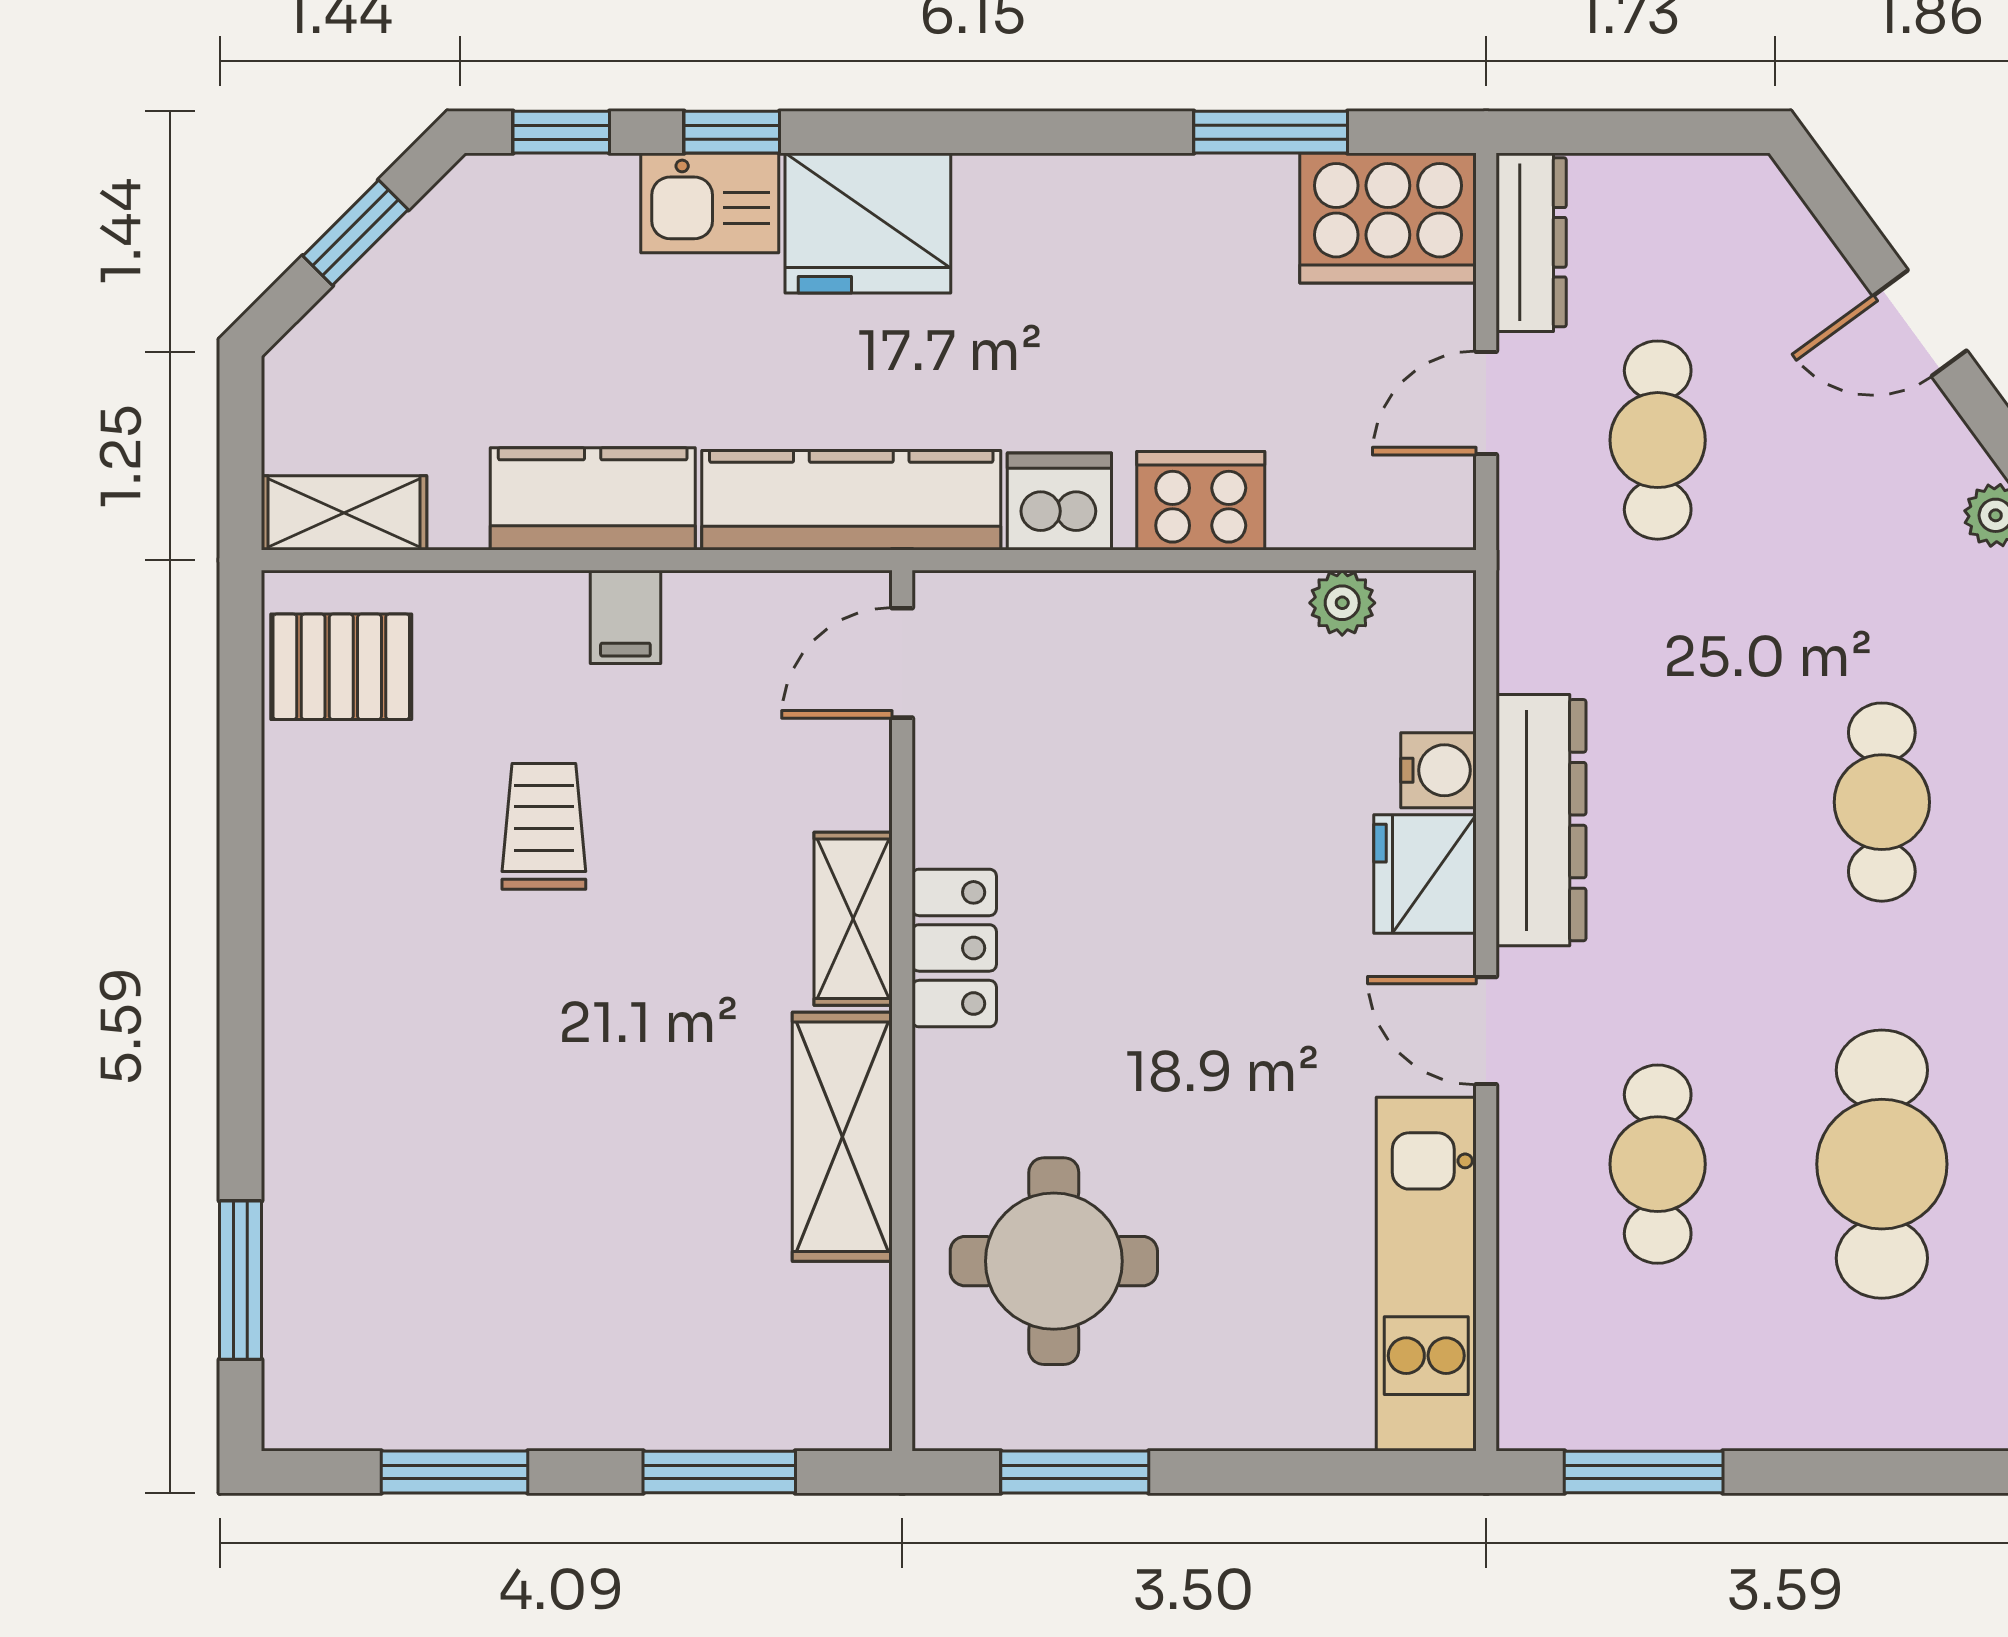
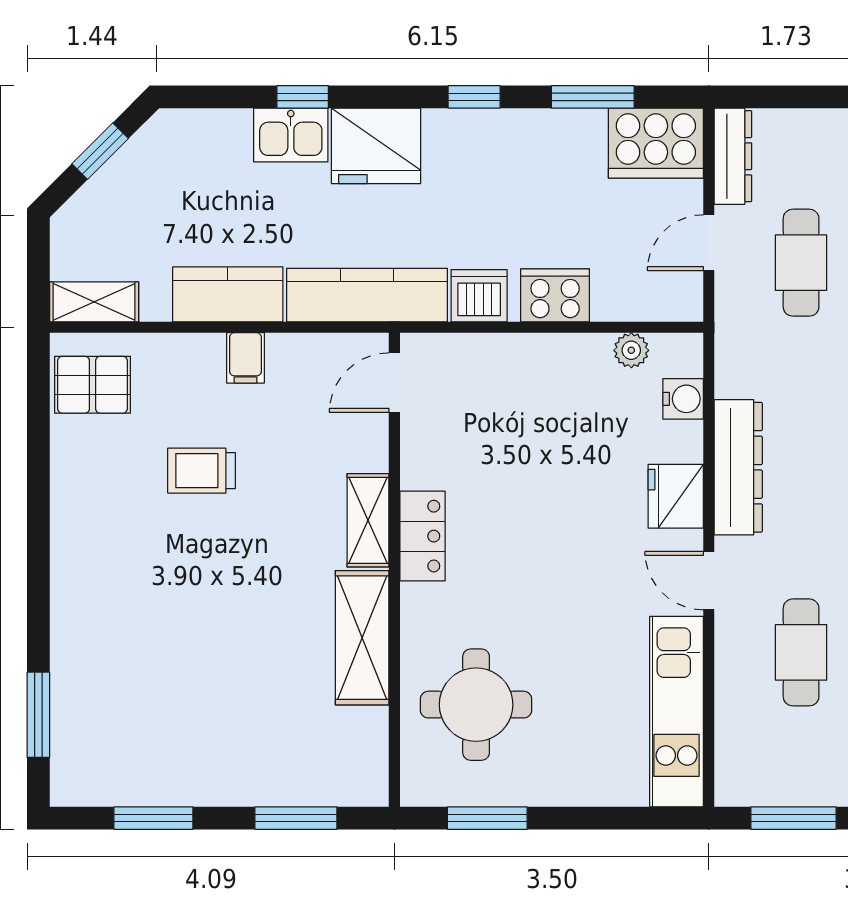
window: (561, 132) -> (474, 97), moved
water cooler: (1438, 770) -> (683, 399), moved
trolley: (544, 826) -> (202, 471), turned -90

